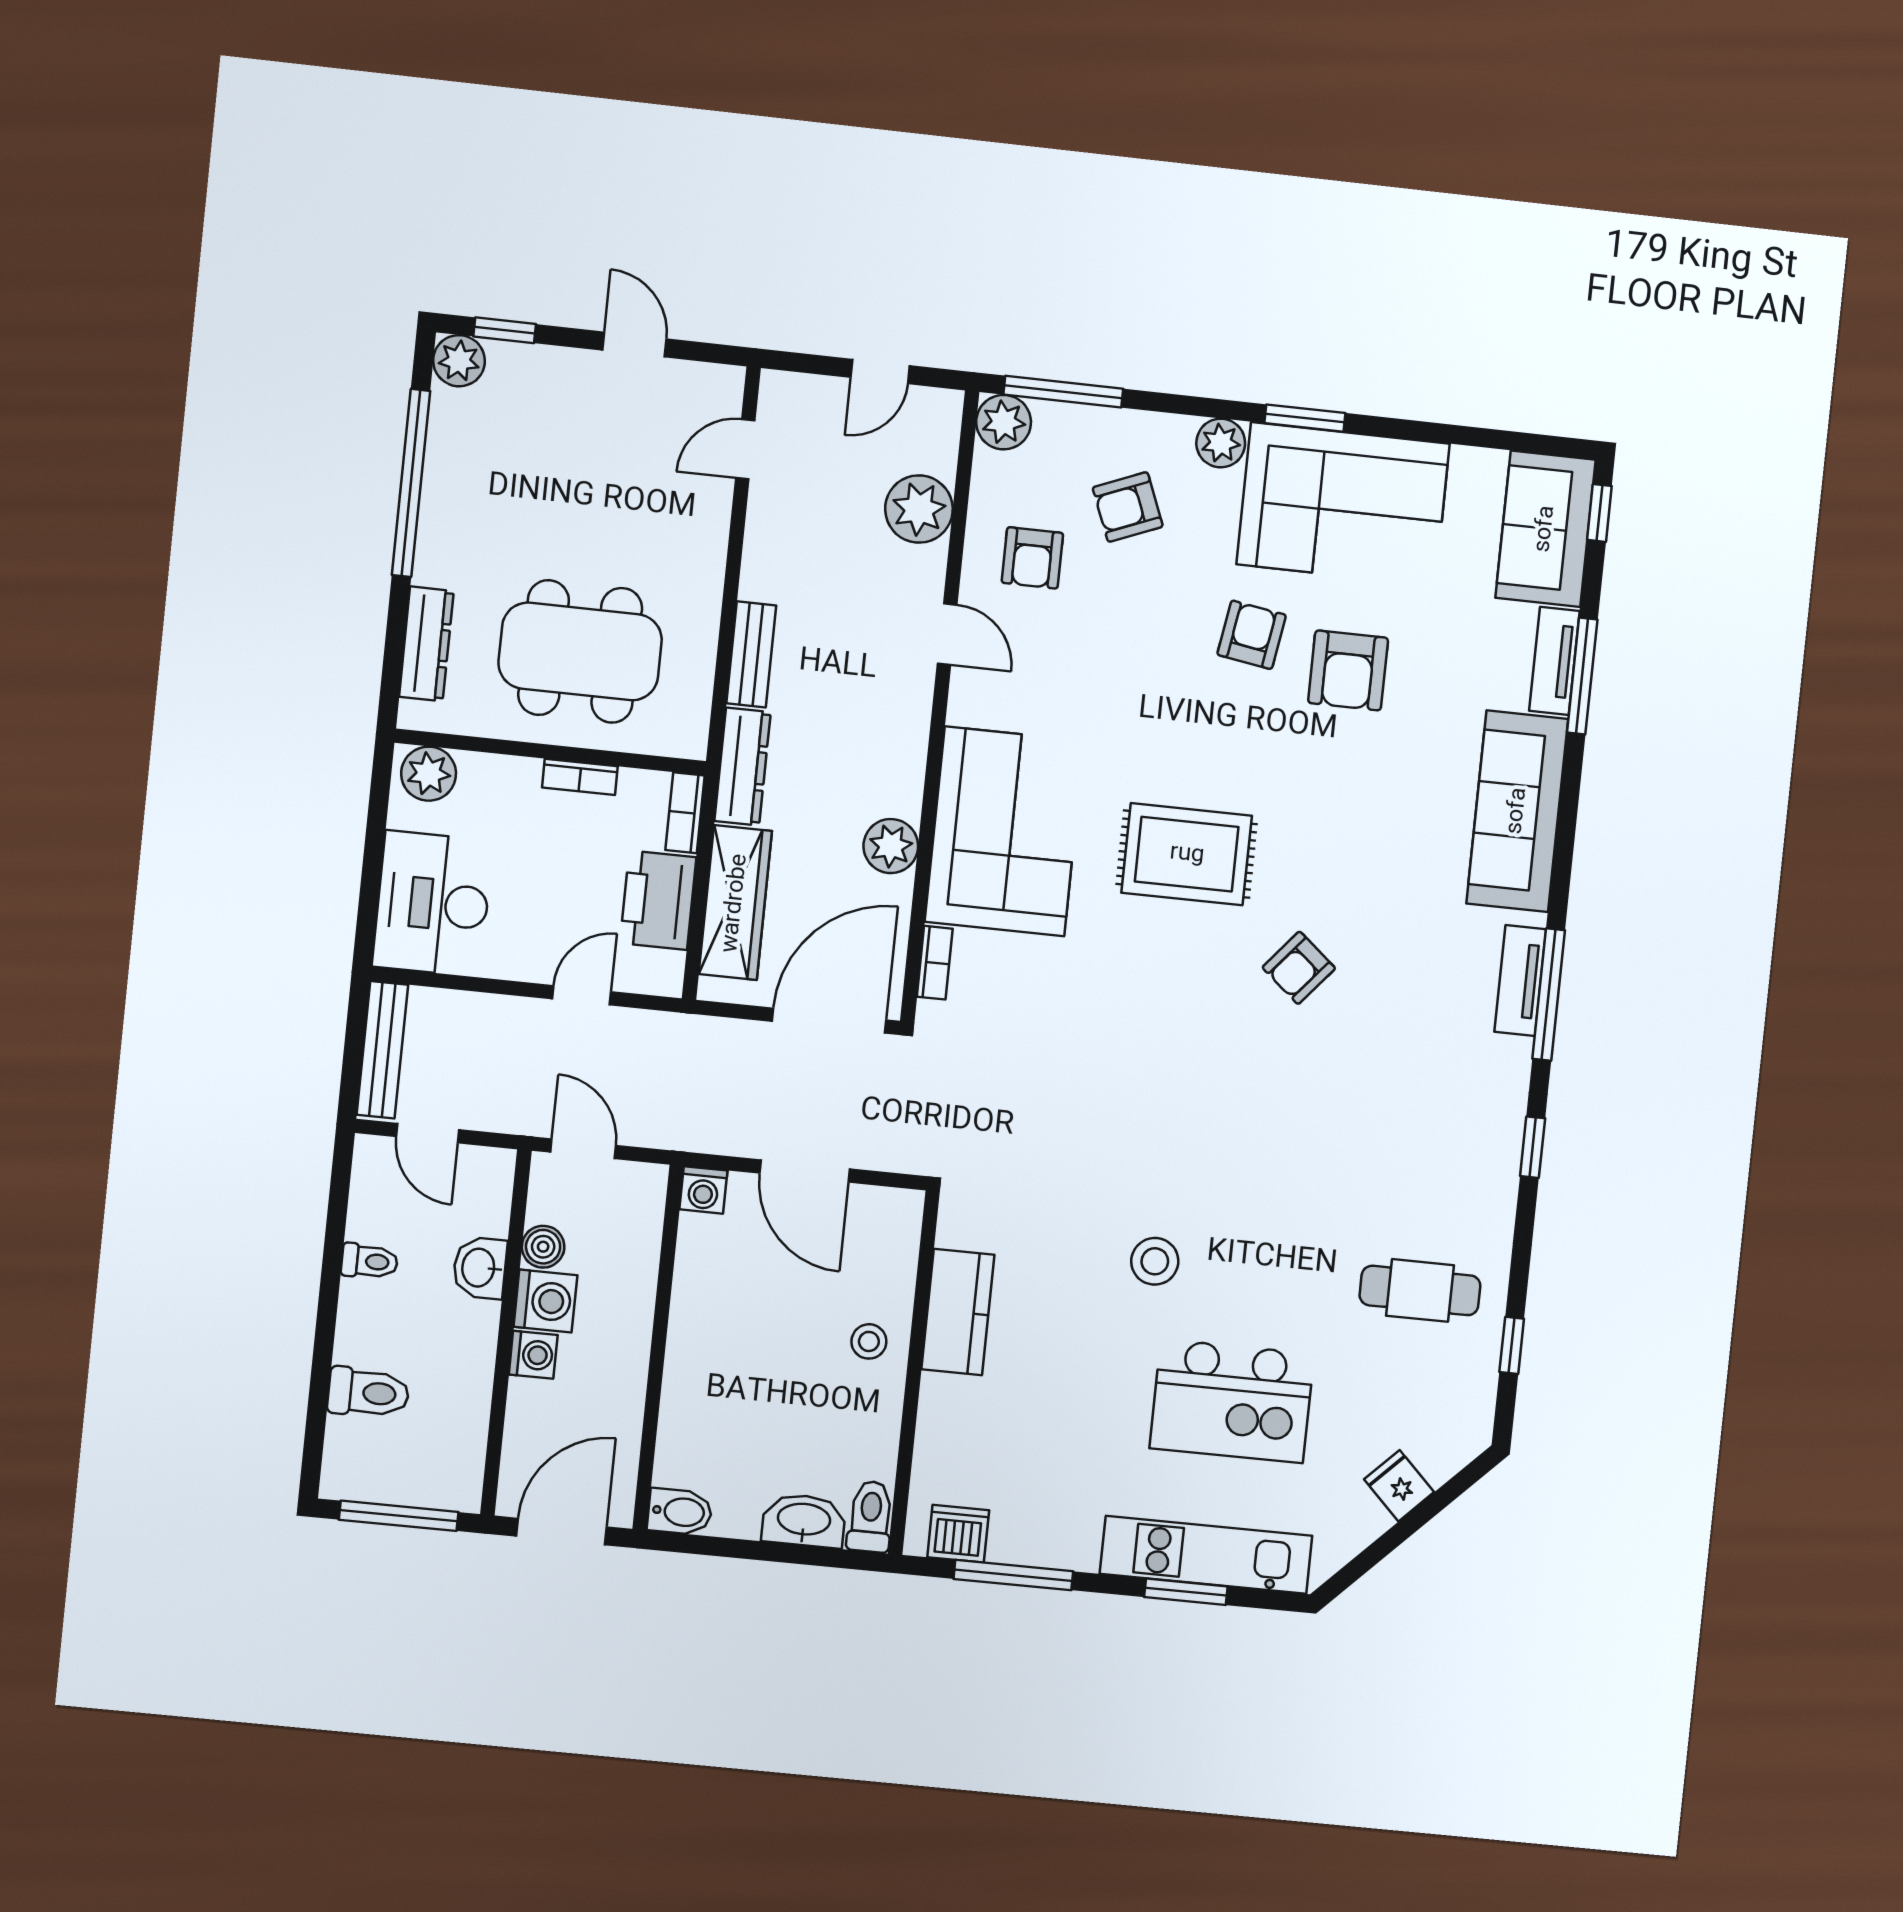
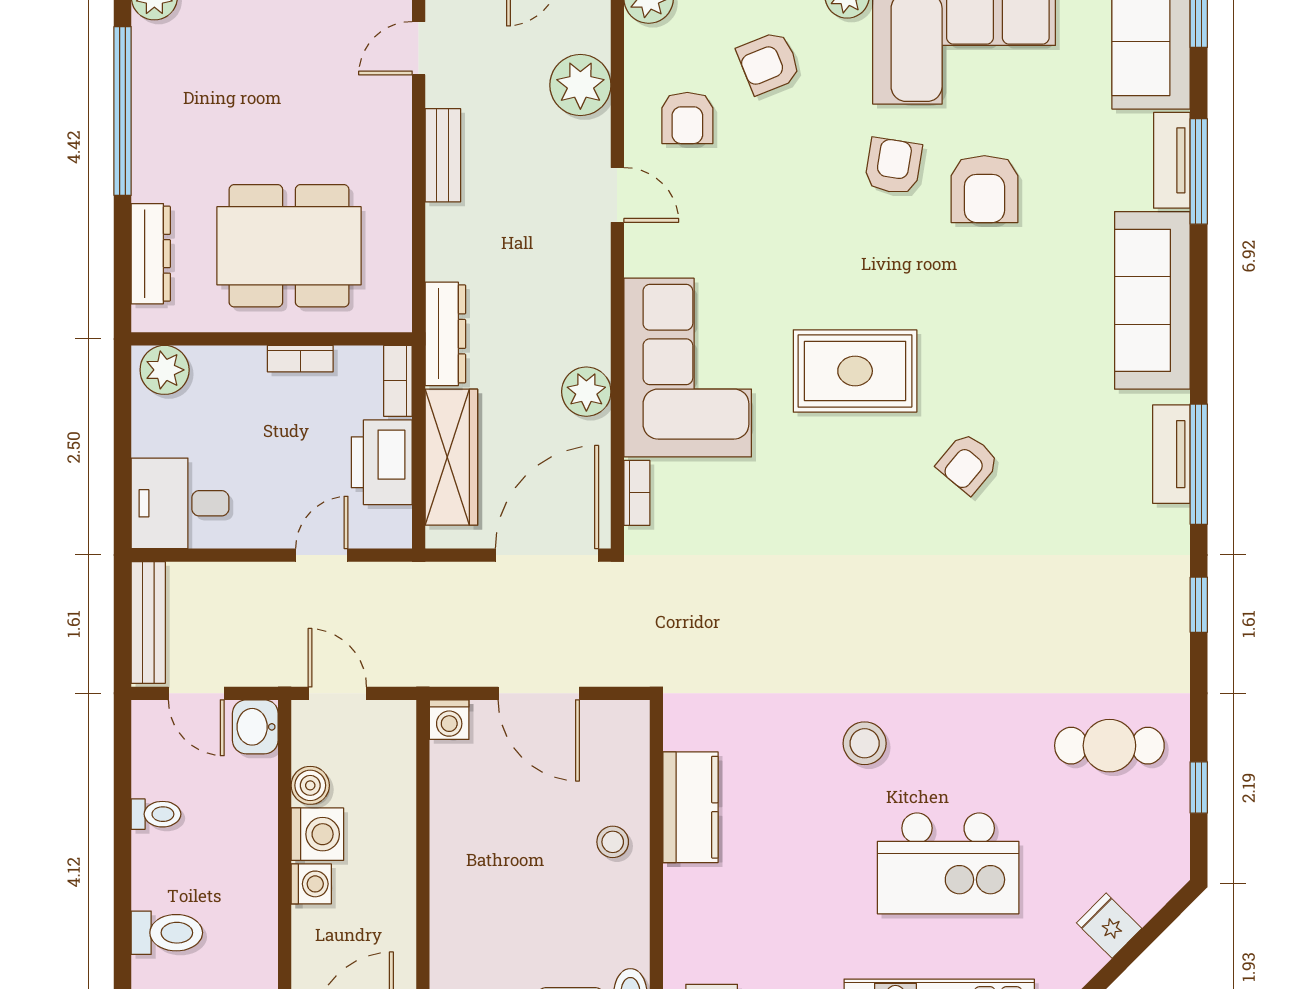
bench: (751, 654) -> (443, 155), moved
desk: (433, 904) -> (180, 503), width x0.73
washbasin: (480, 1268) -> (255, 727), moved

